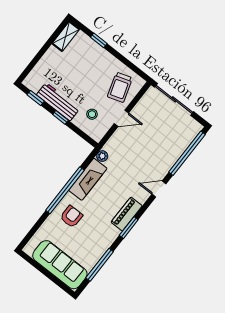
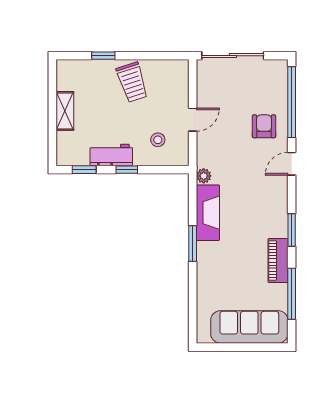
shelving: (66, 36) -> (65, 111), moved
trolley: (120, 87) -> (132, 82), moved
workbench: (58, 102) -> (111, 155), width x0.73
window: (65, 190) -> (193, 243), width x0.47
piano: (127, 214) -> (278, 261), moved
armchair: (71, 217) -> (264, 126), moved

